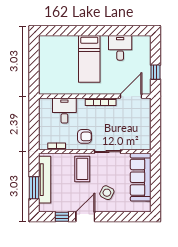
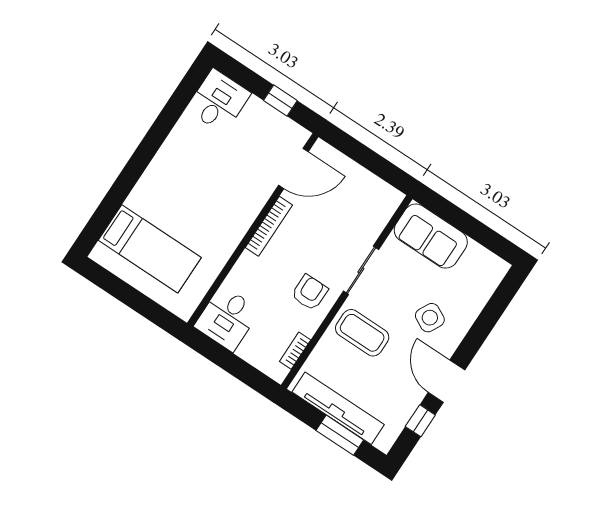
desk: (120, 48) -> (218, 101), moved, turned 90
bed: (89, 59) -> (150, 249), moved
door: (131, 96) -> (293, 168), swing flipped
desk: (64, 110) -> (227, 318), moved, turned -90
sofa: (141, 177) -> (431, 236), width x0.73

